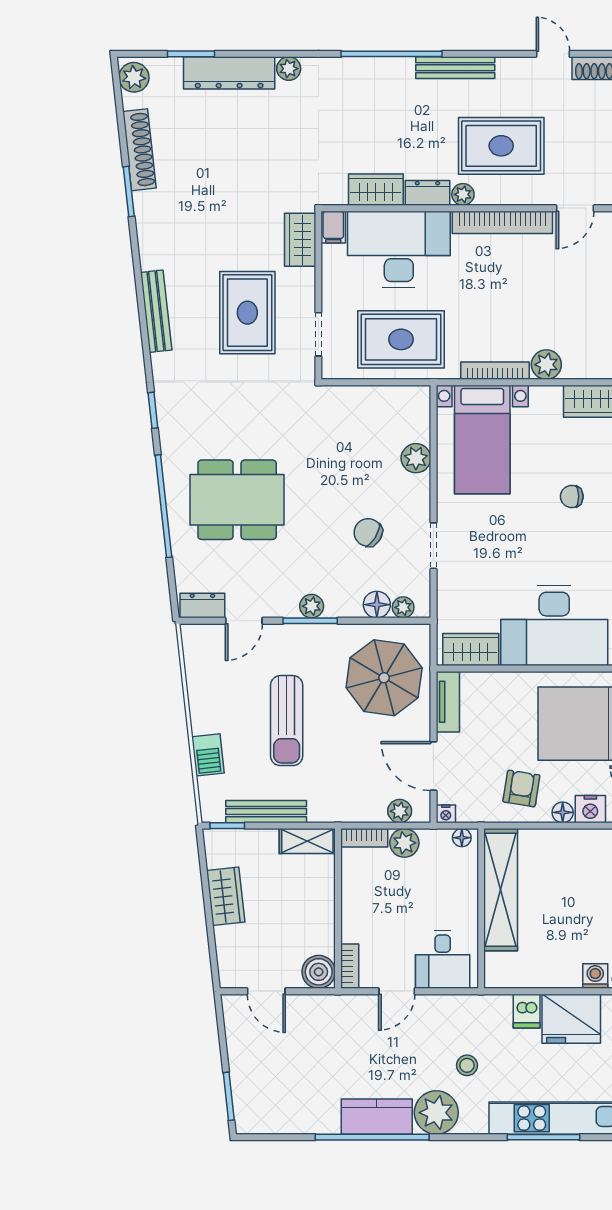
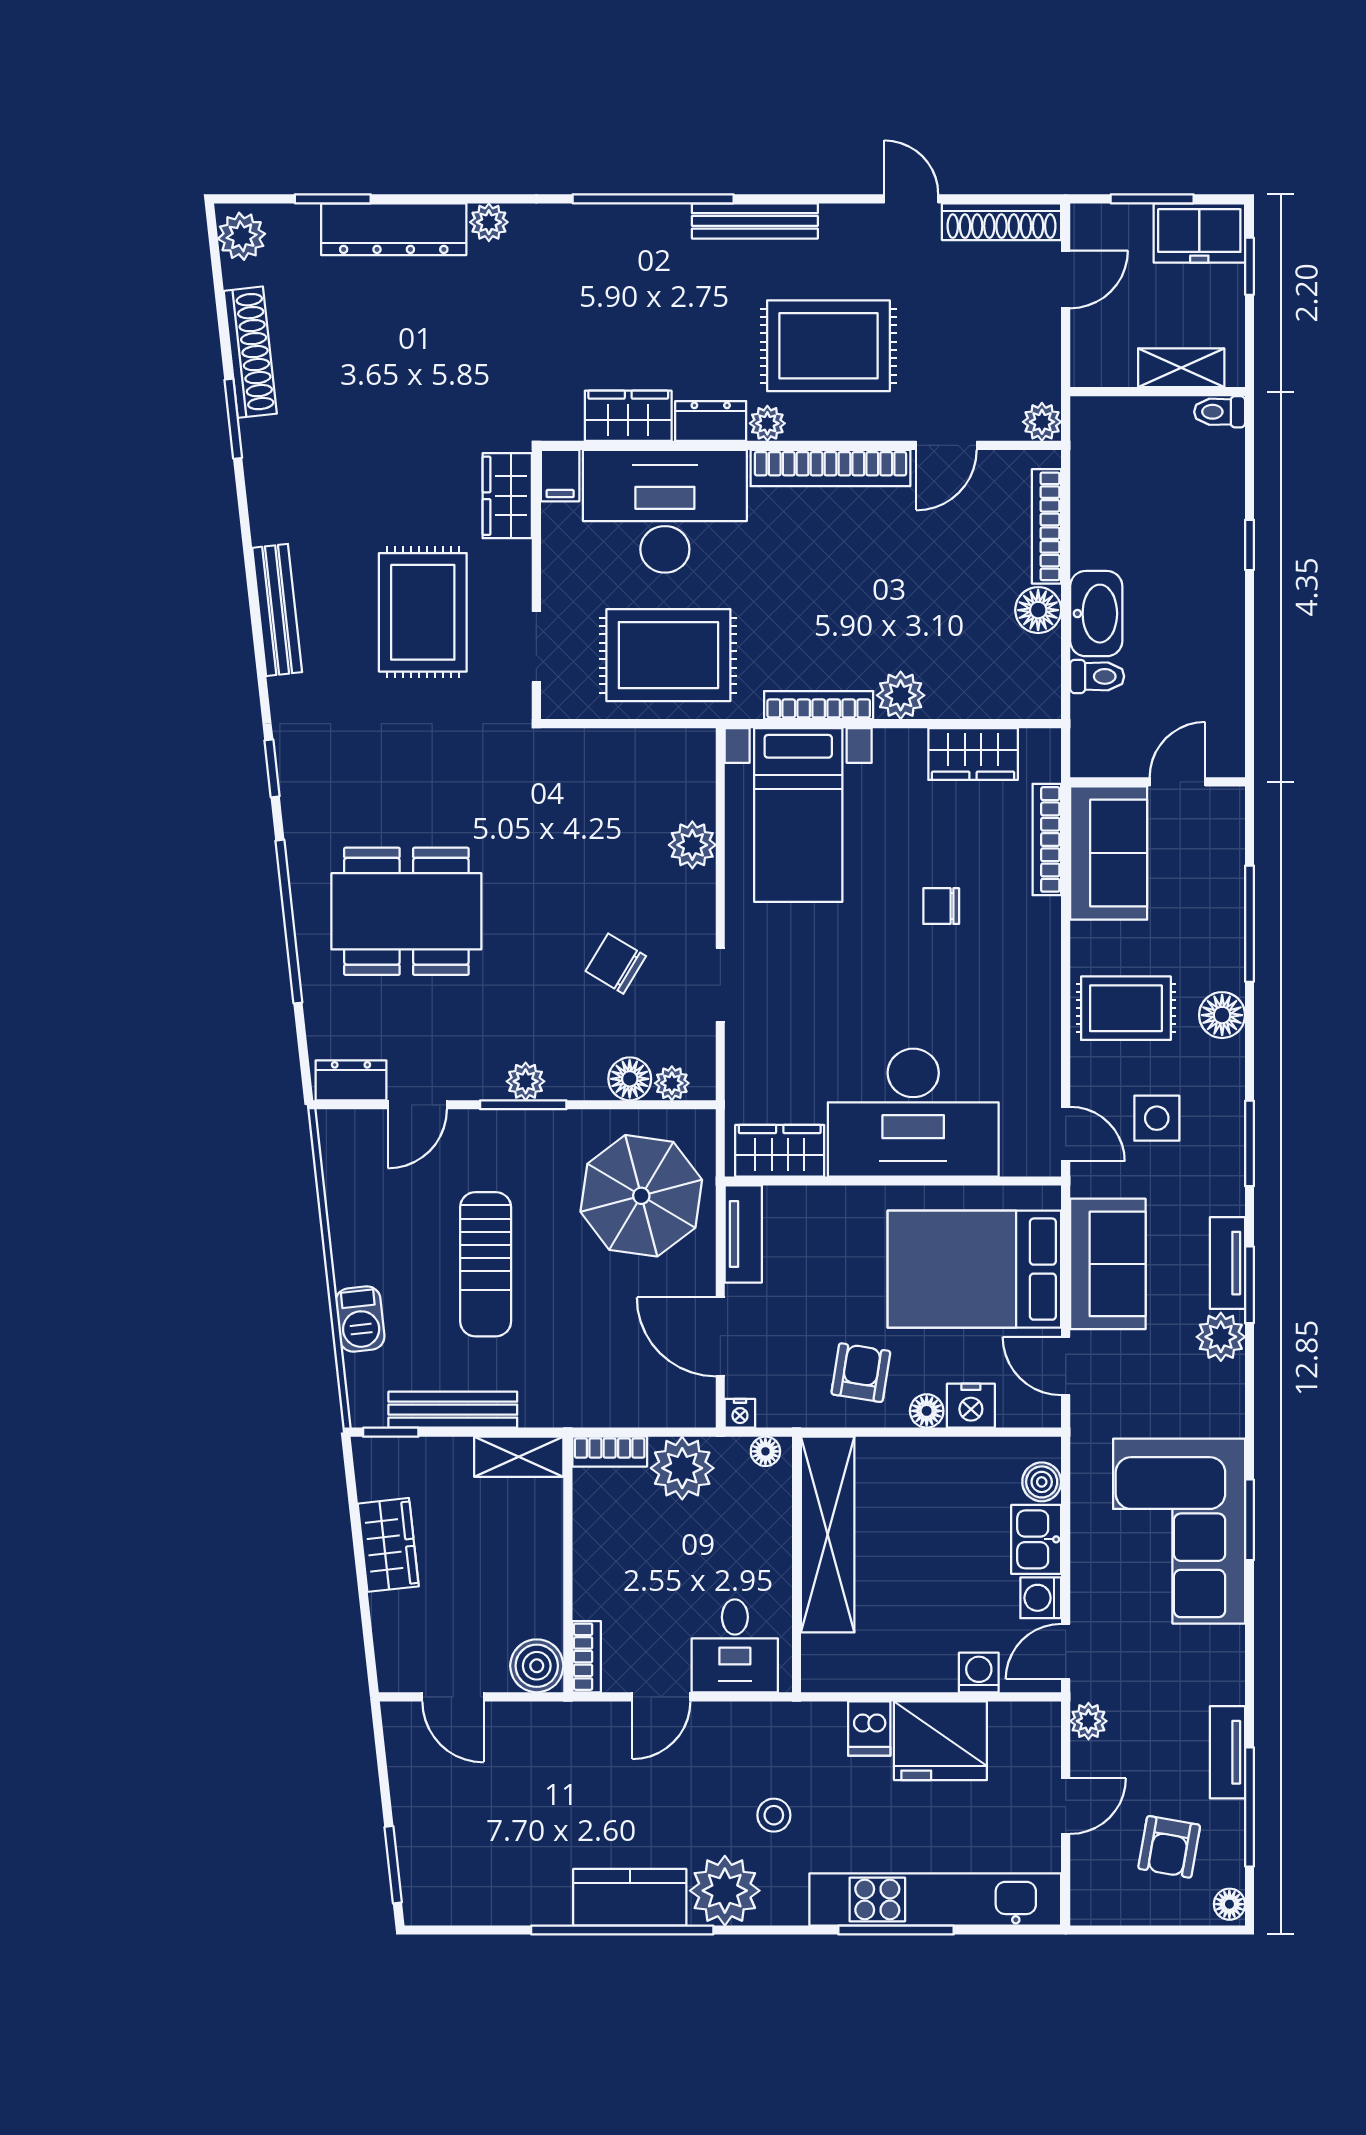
plant: (400, 811) -> (666, 1409), removed
plant: (404, 843) -> (682, 1468), width x1.36, depth x1.36

